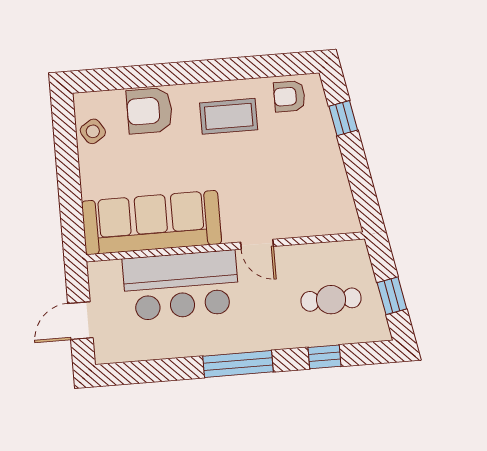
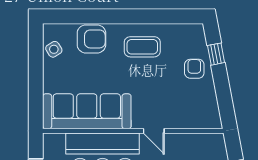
armchair: (289, 96) -> (194, 69), moved, turned 90
armchair: (149, 111) -> (91, 39), turned 180

